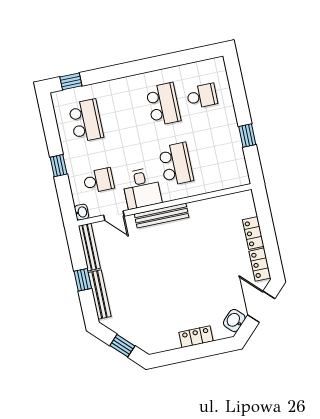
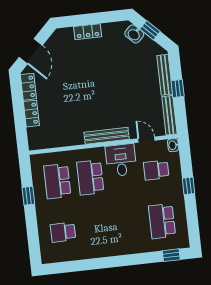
school desk: (163, 104) -> (57, 181), moved
washbasin: (234, 320) -> (134, 34), moved, turned 90

